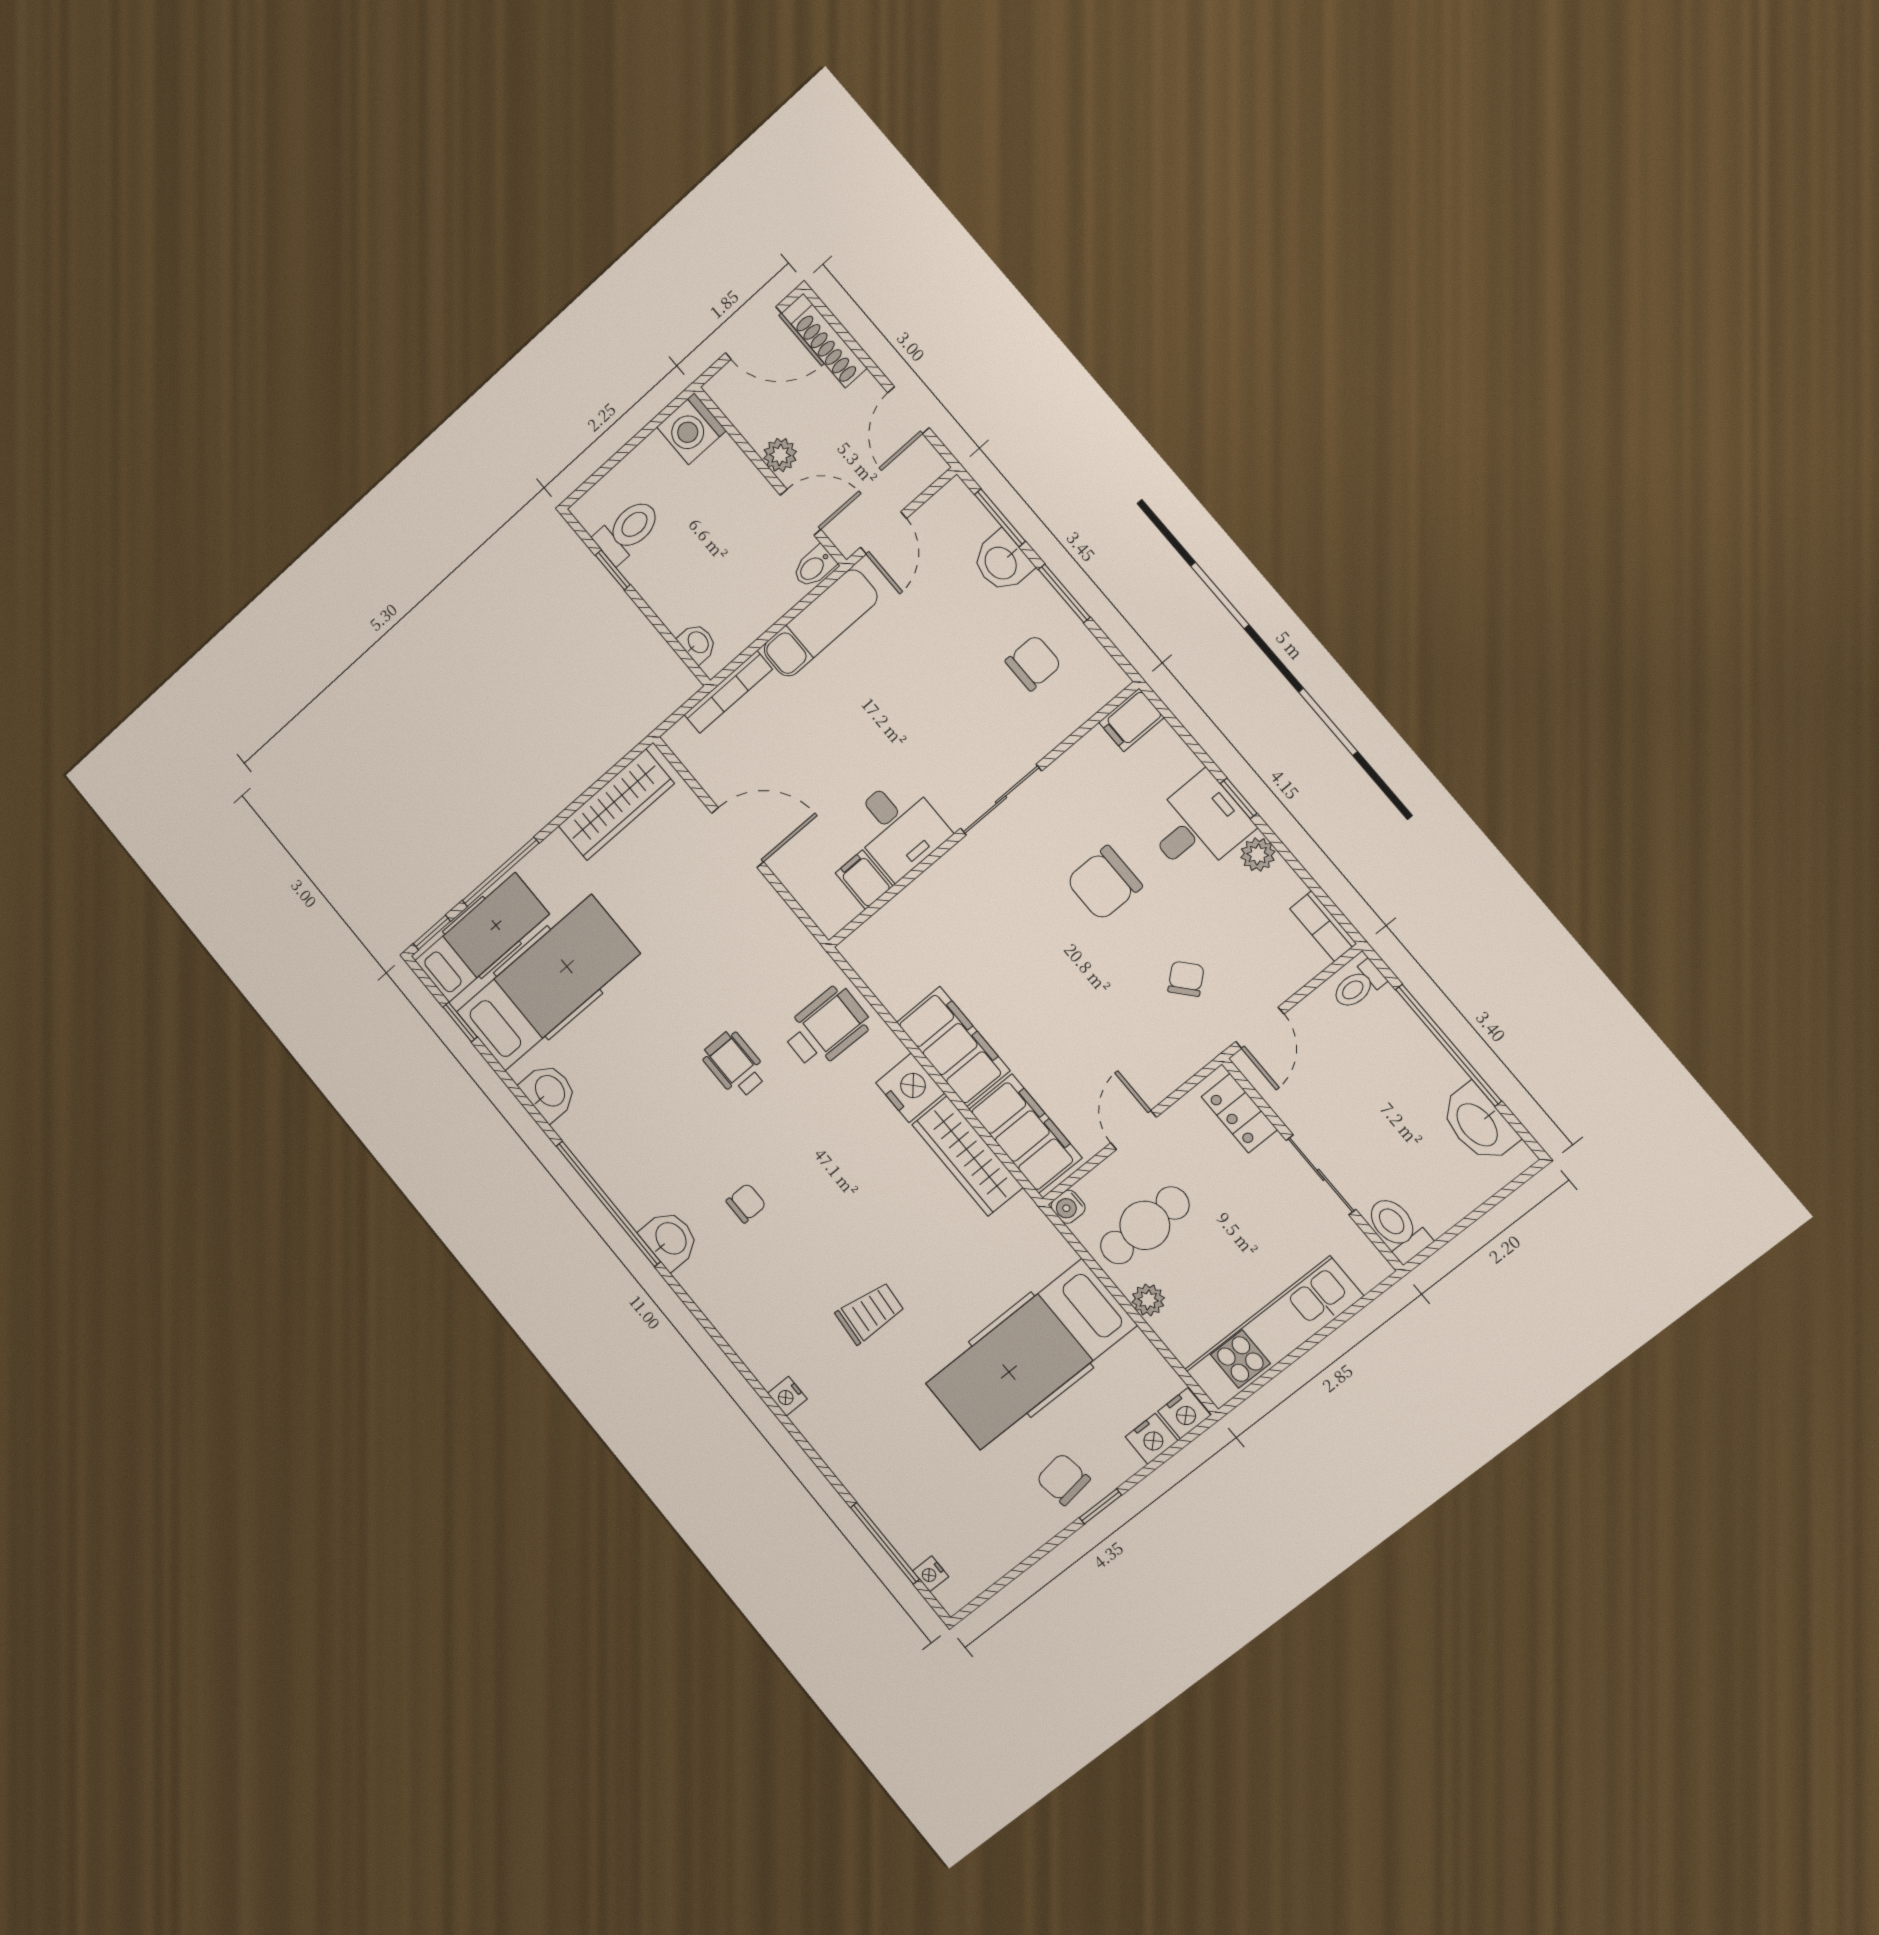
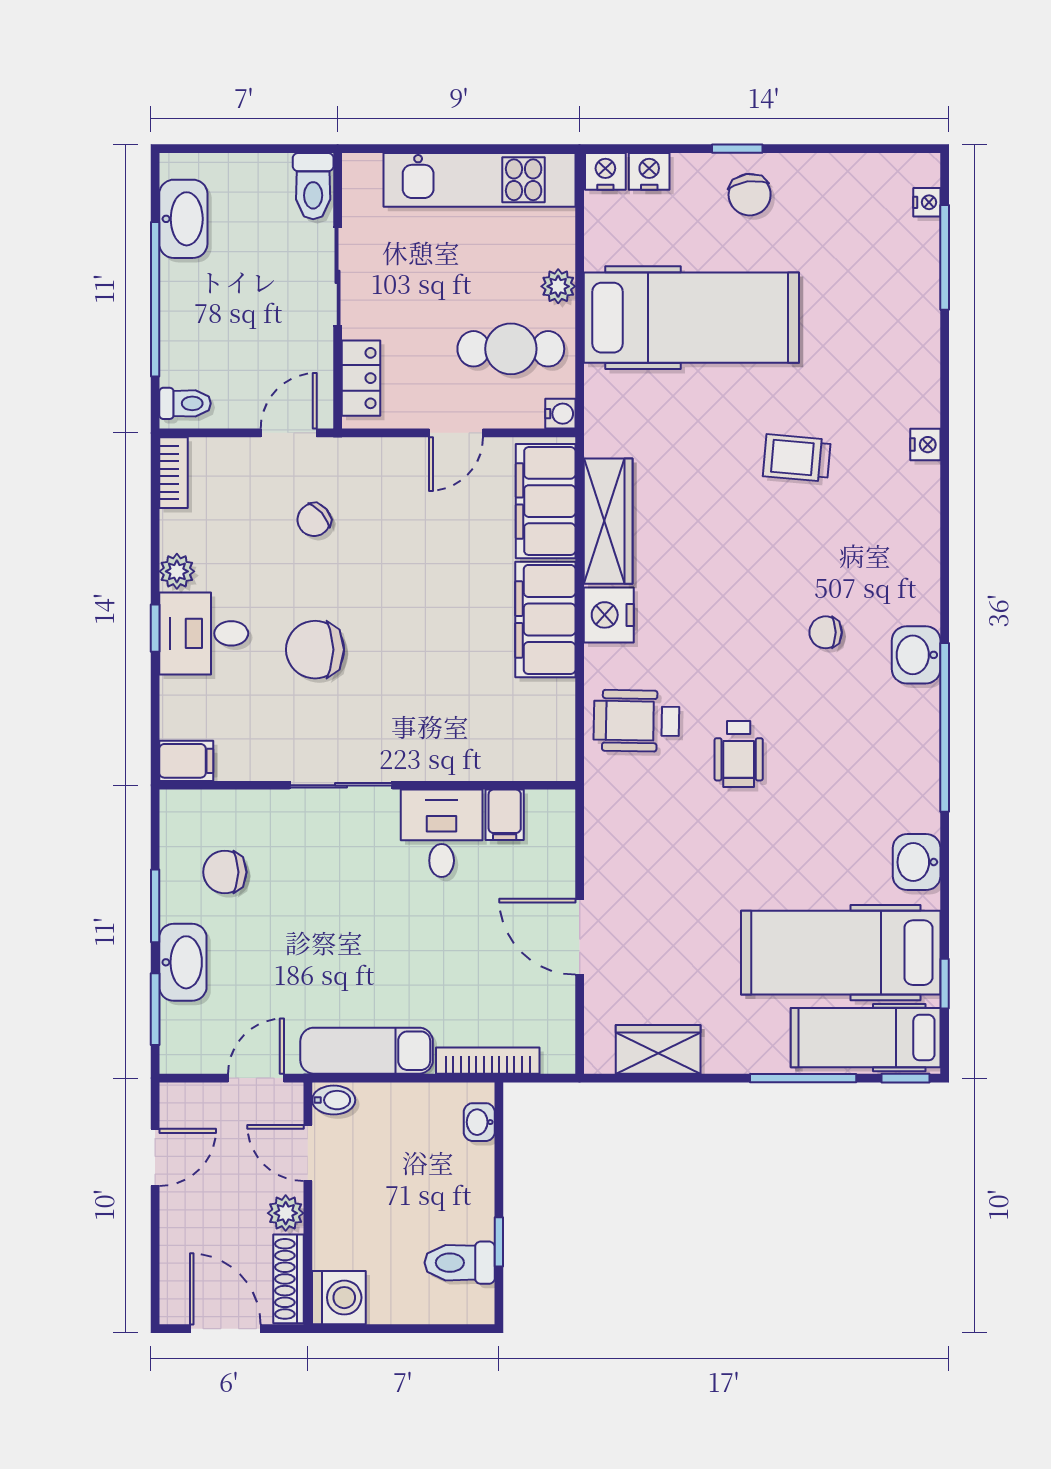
shoe rack: (829, 346) -> (289, 1279), moved, turned 180
washbasin: (1002, 562) -> (183, 962), width x1.38
wardrobe: (616, 805) -> (658, 1049), width x0.67
chair: (1104, 883) -> (315, 650), turned 180

